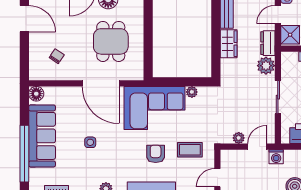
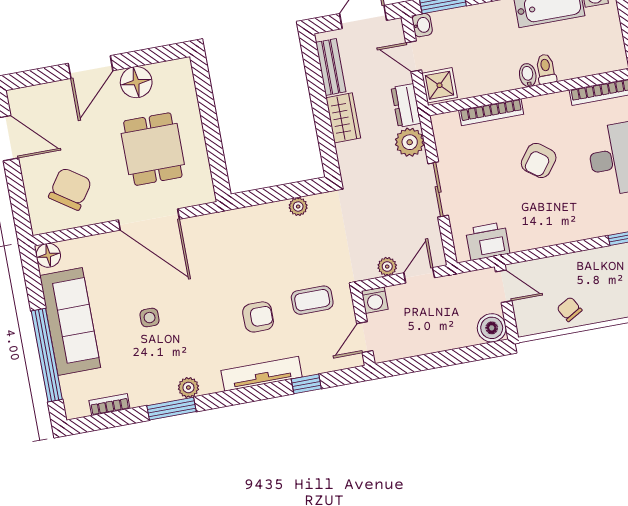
door: (278, 14) -> (414, 56), hinge flipped
chair: (57, 56) -> (70, 189), width x1.87, depth x1.87
corner sofa: (155, 108) -> (243, 243), removed
armchair: (156, 154) -> (258, 317), turned 90
washing machine: (276, 157) -> (375, 300), moved

